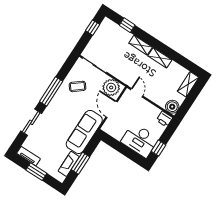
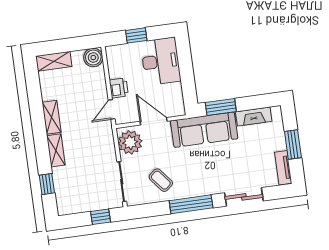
window: (93, 28) -> (100, 217), moved
door: (112, 109) -> (154, 121), swing flipped
printer: (164, 119) -> (119, 88), moved
window: (158, 148) -> (136, 35), moved
window: (81, 163) -> (221, 107), moved

